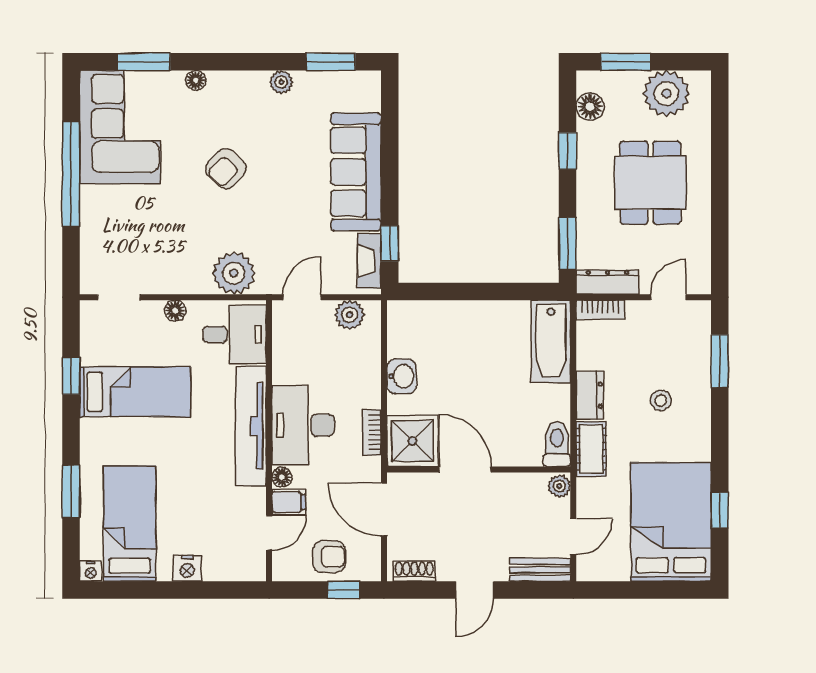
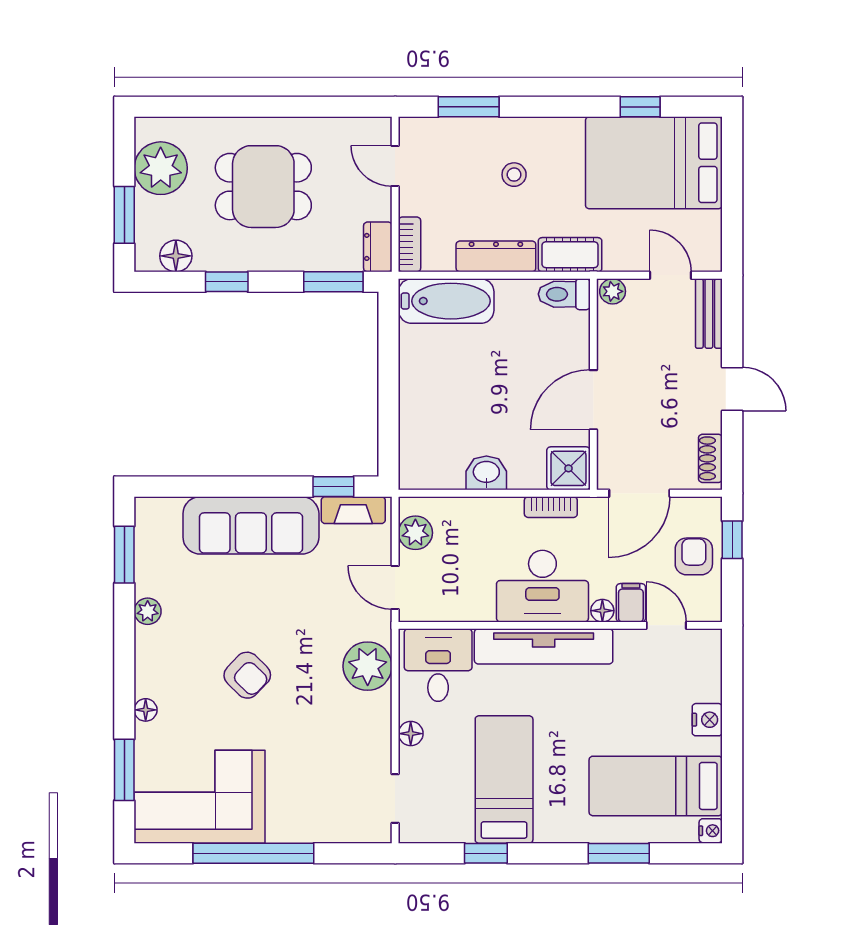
dresser: (607, 282) -> (378, 247), width x0.70
dresser: (590, 395) -> (496, 256), width x1.44
shower: (412, 441) -> (568, 468), width x0.73, depth x0.73

